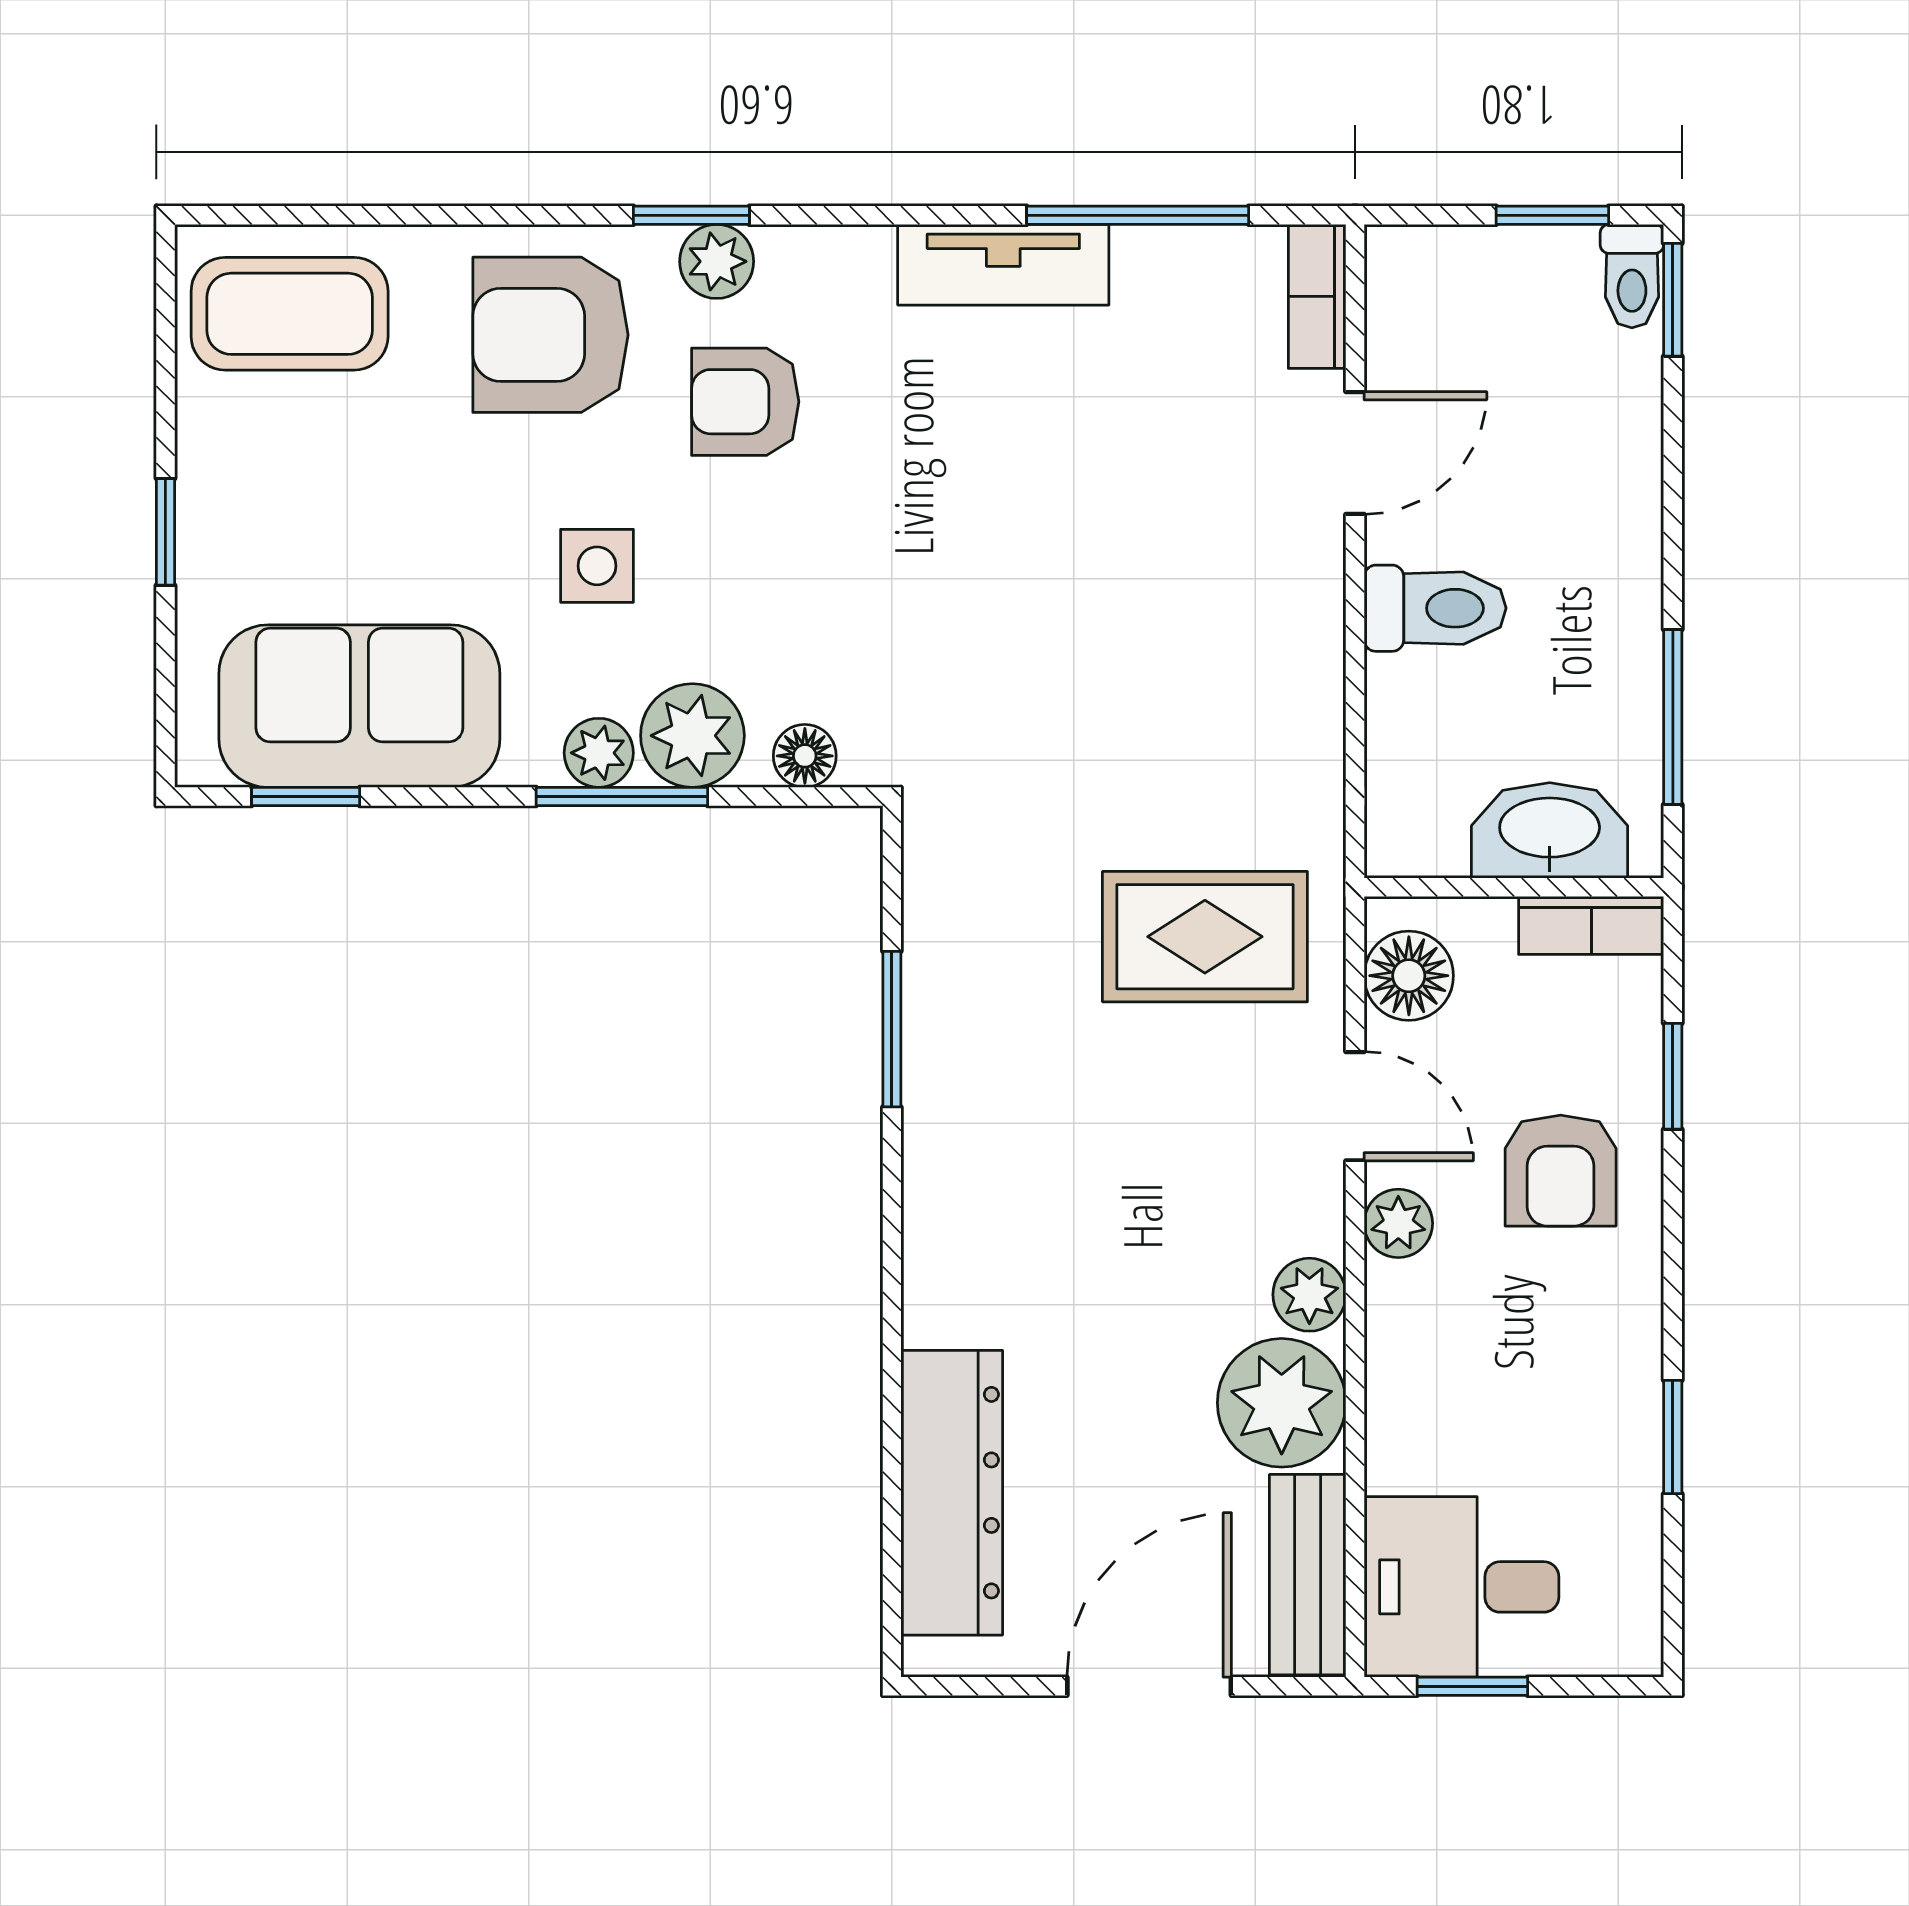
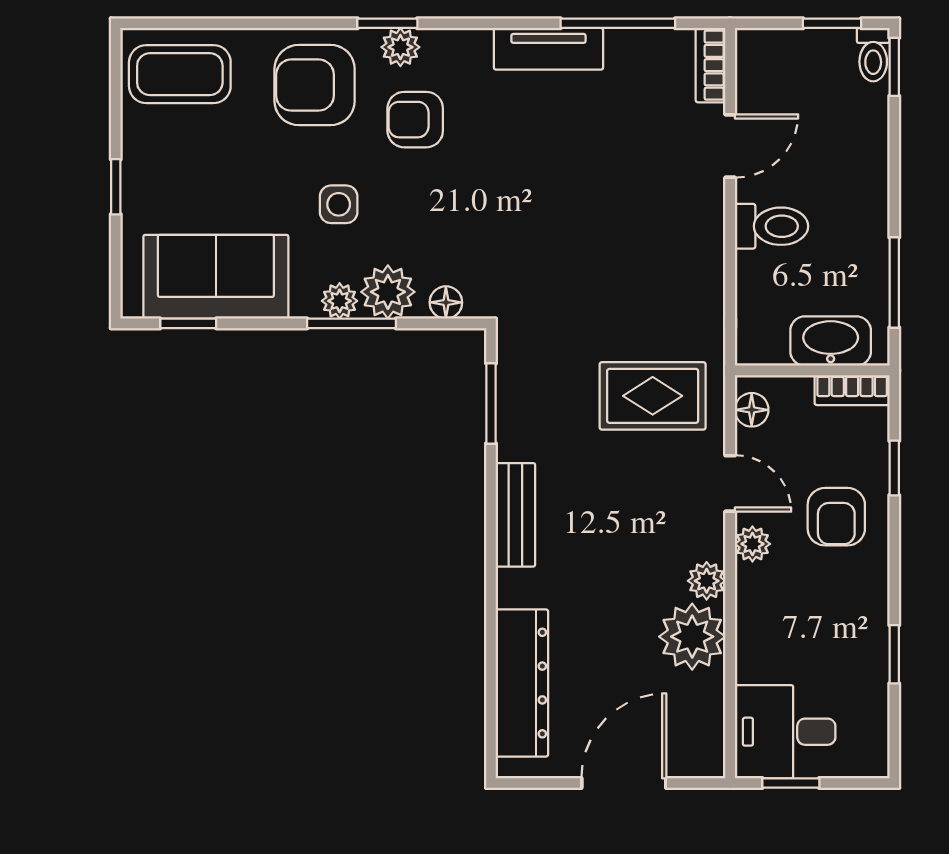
floor lamp: (1409, 976) -> (752, 410), width x0.73, depth x0.73
window: (892, 1029) -> (491, 403), moved
bench: (1308, 1575) -> (515, 515), moved

